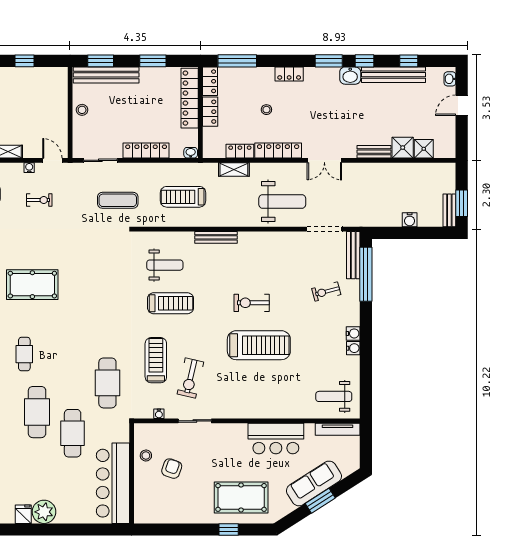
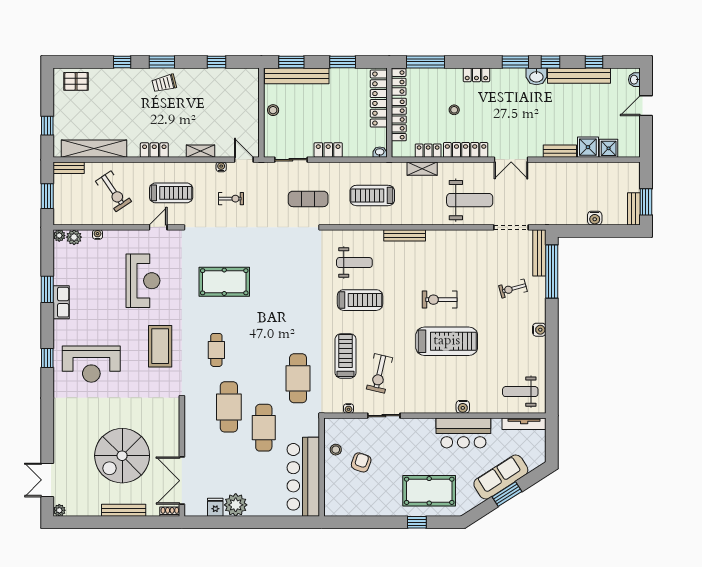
locker: (210, 112) -> (399, 120), width x1.53
locker: (146, 151) -> (328, 150), width x0.66
water cooler: (353, 348) -> (463, 407), moved, turned 90

